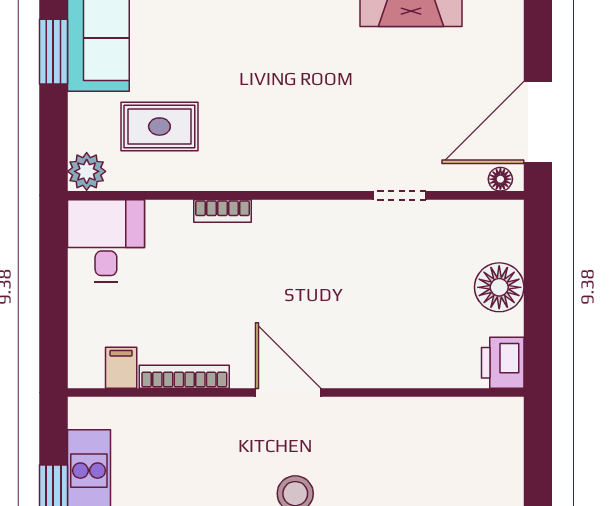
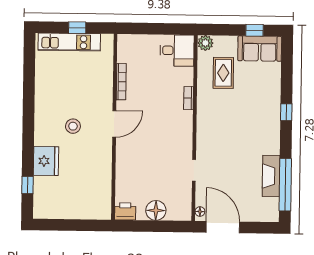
window: (53, 52) -> (254, 30), width x0.67
filing cabinet: (121, 368) -> (125, 56), removed

